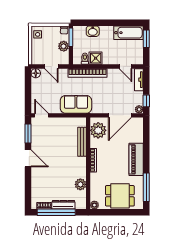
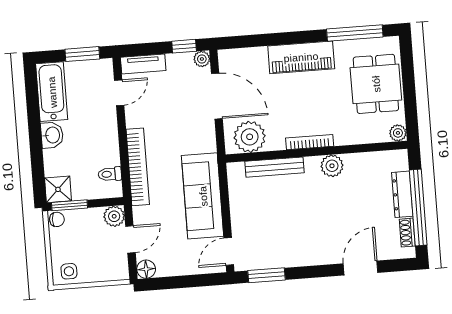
washbasin: (93, 31) -> (52, 135), moved
window: (146, 39) -> (82, 54), moved
plant: (64, 46) -> (114, 216), moved
shower: (96, 58) -> (58, 189), moved
sofa: (76, 104) -> (203, 196), width x1.36
door: (28, 158) -> (361, 268), moved
plant: (80, 184) -> (332, 166), moved

